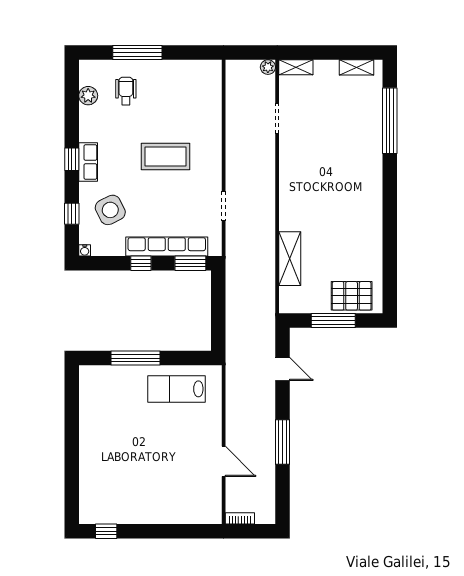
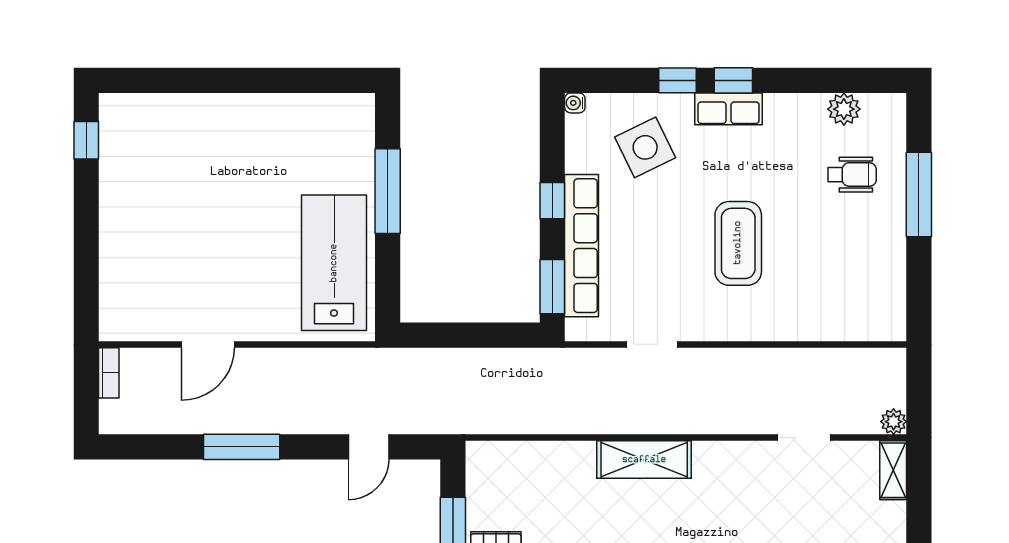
window: (72, 214) -> (677, 80), moved
shelving: (290, 259) -> (644, 460), moved
lab bench: (177, 389) -> (334, 263), width x1.36, depth x1.39

